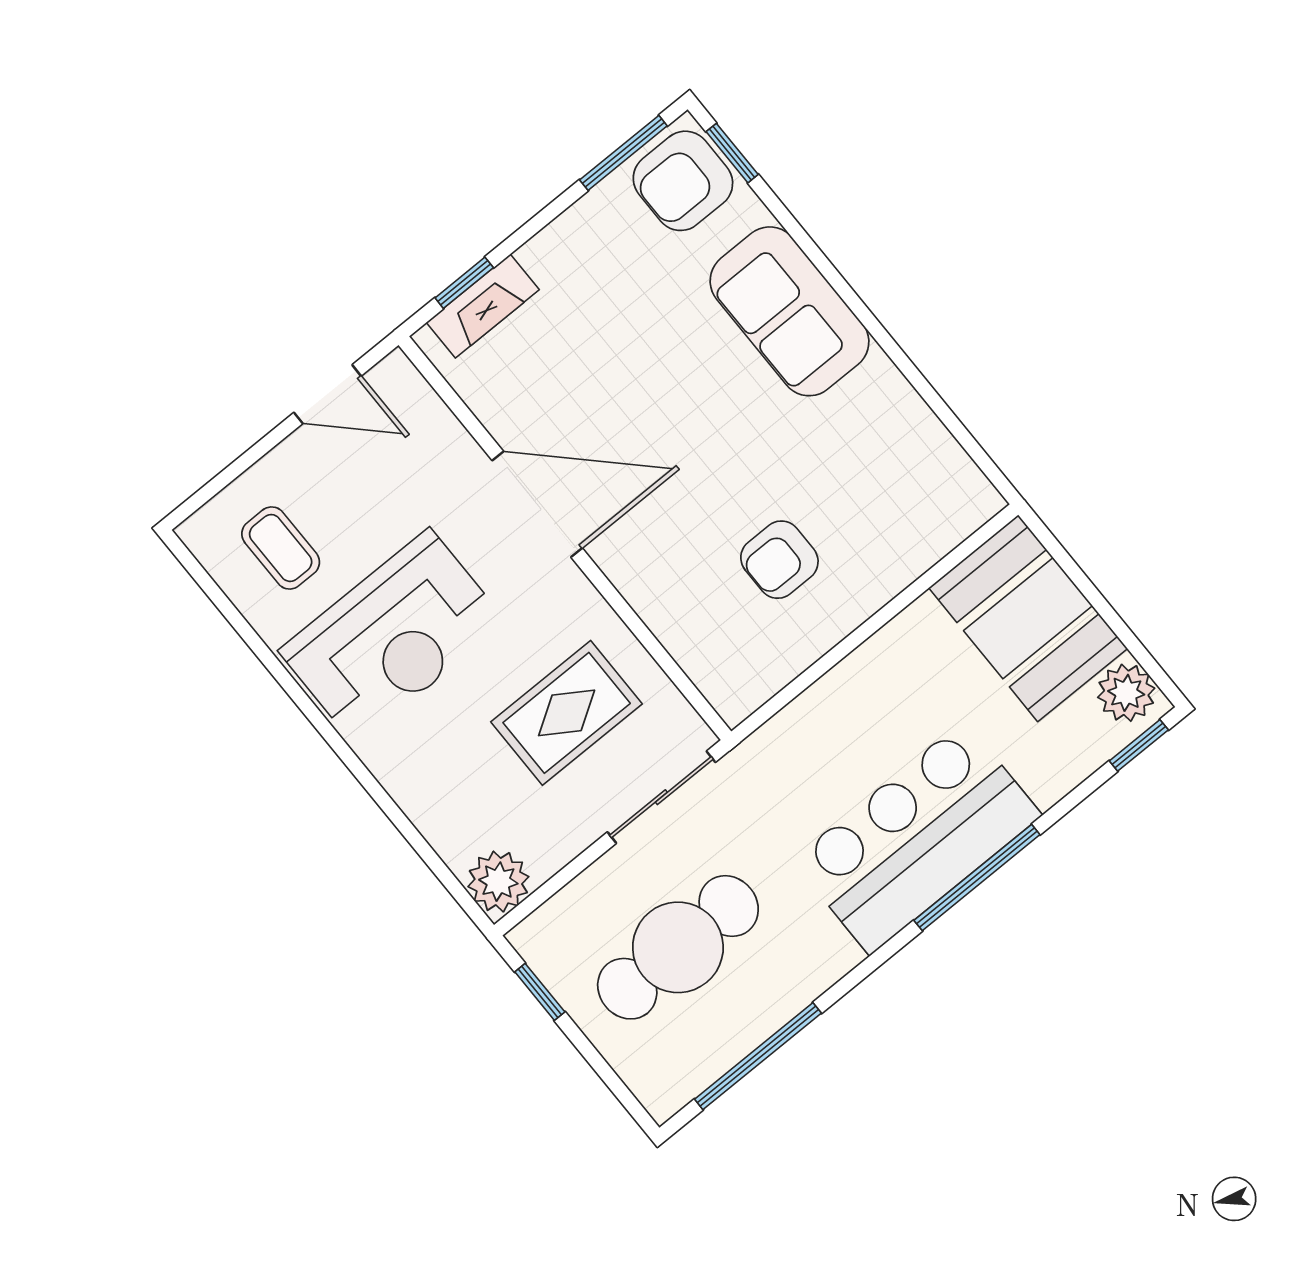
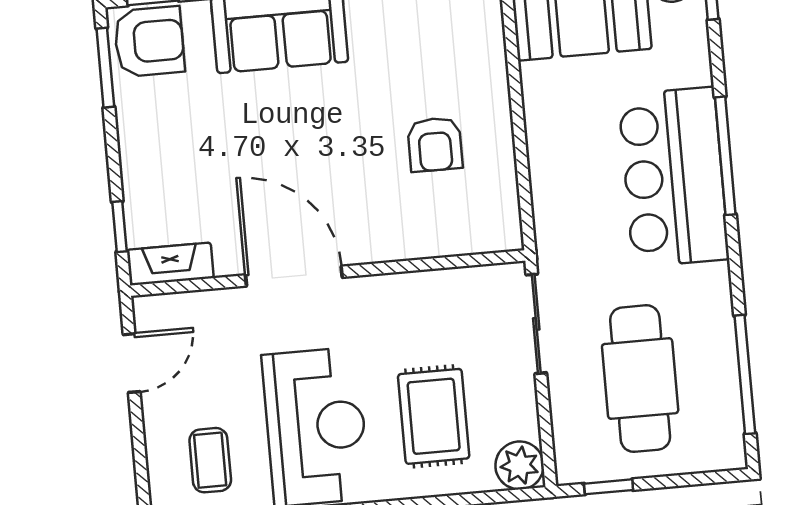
armchair: (683, 181) -> (149, 42), turned -90
fireplace: (483, 306) -> (170, 264), moved, turned -90
door: (537, 504) -> (294, 276), hinge flipped
coffee table: (281, 548) -> (210, 460), turned 90
rug: (567, 713) -> (434, 416), moved

